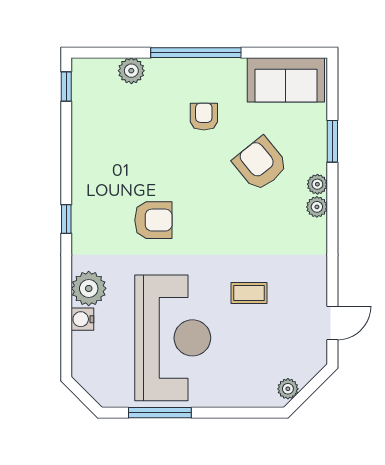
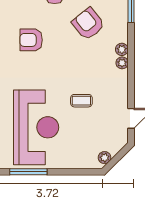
plant: (317, 184) -> (122, 63), moved
armchair: (153, 220) -> (31, 40), moved, turned 180

